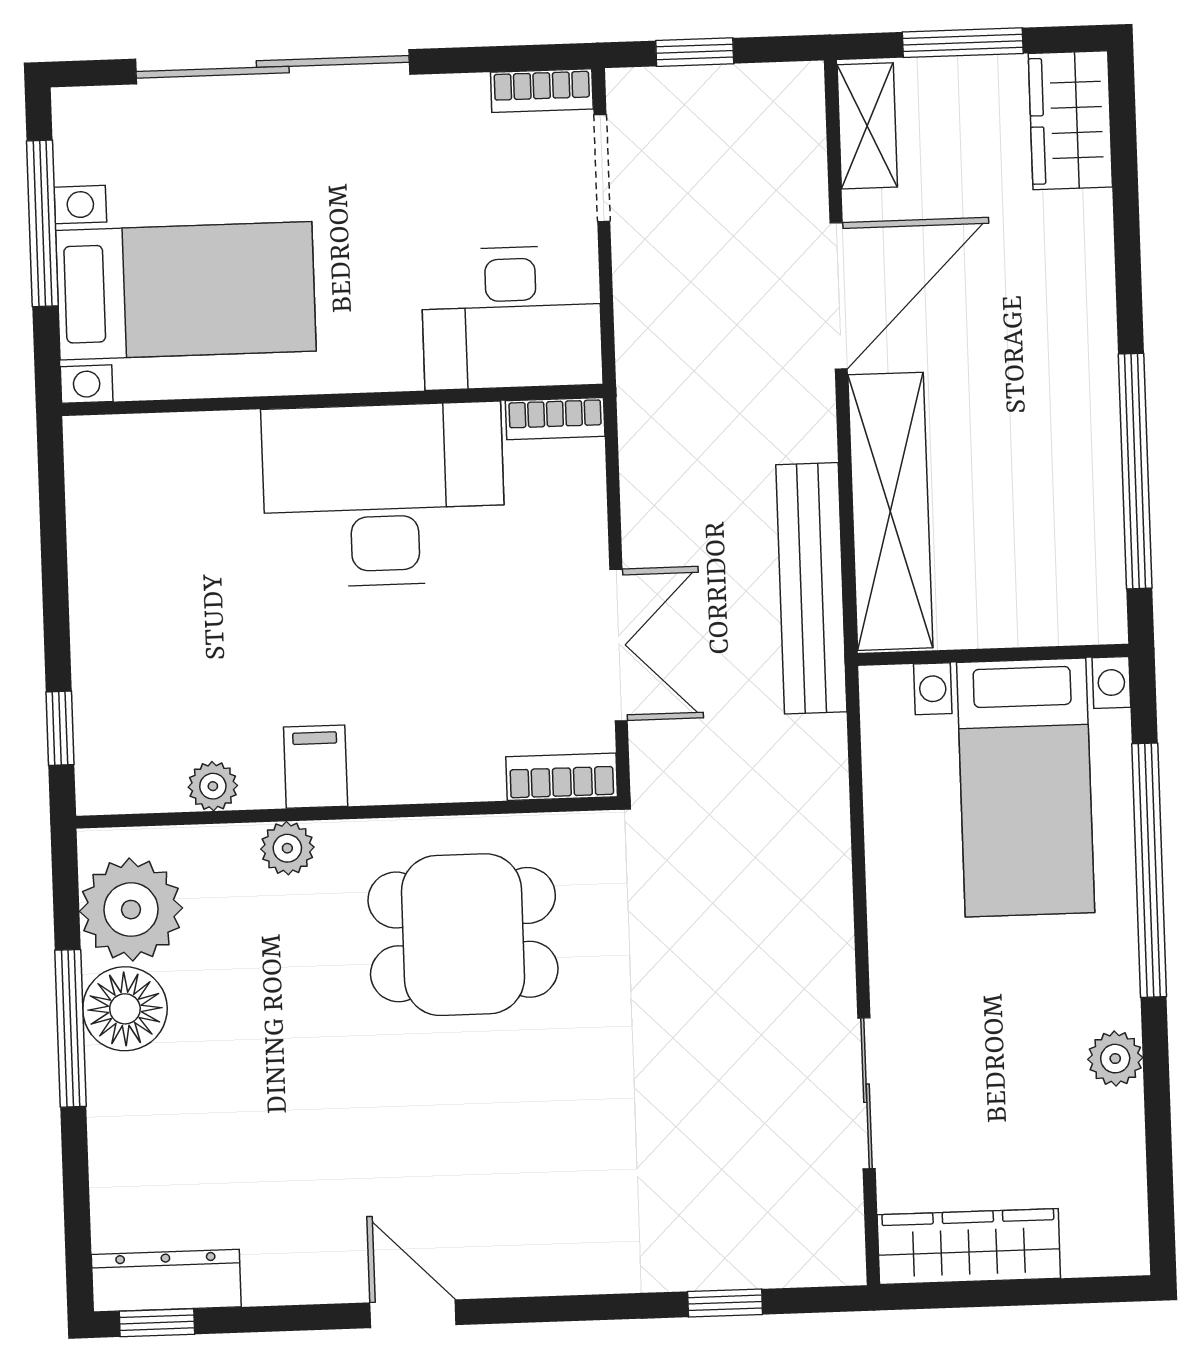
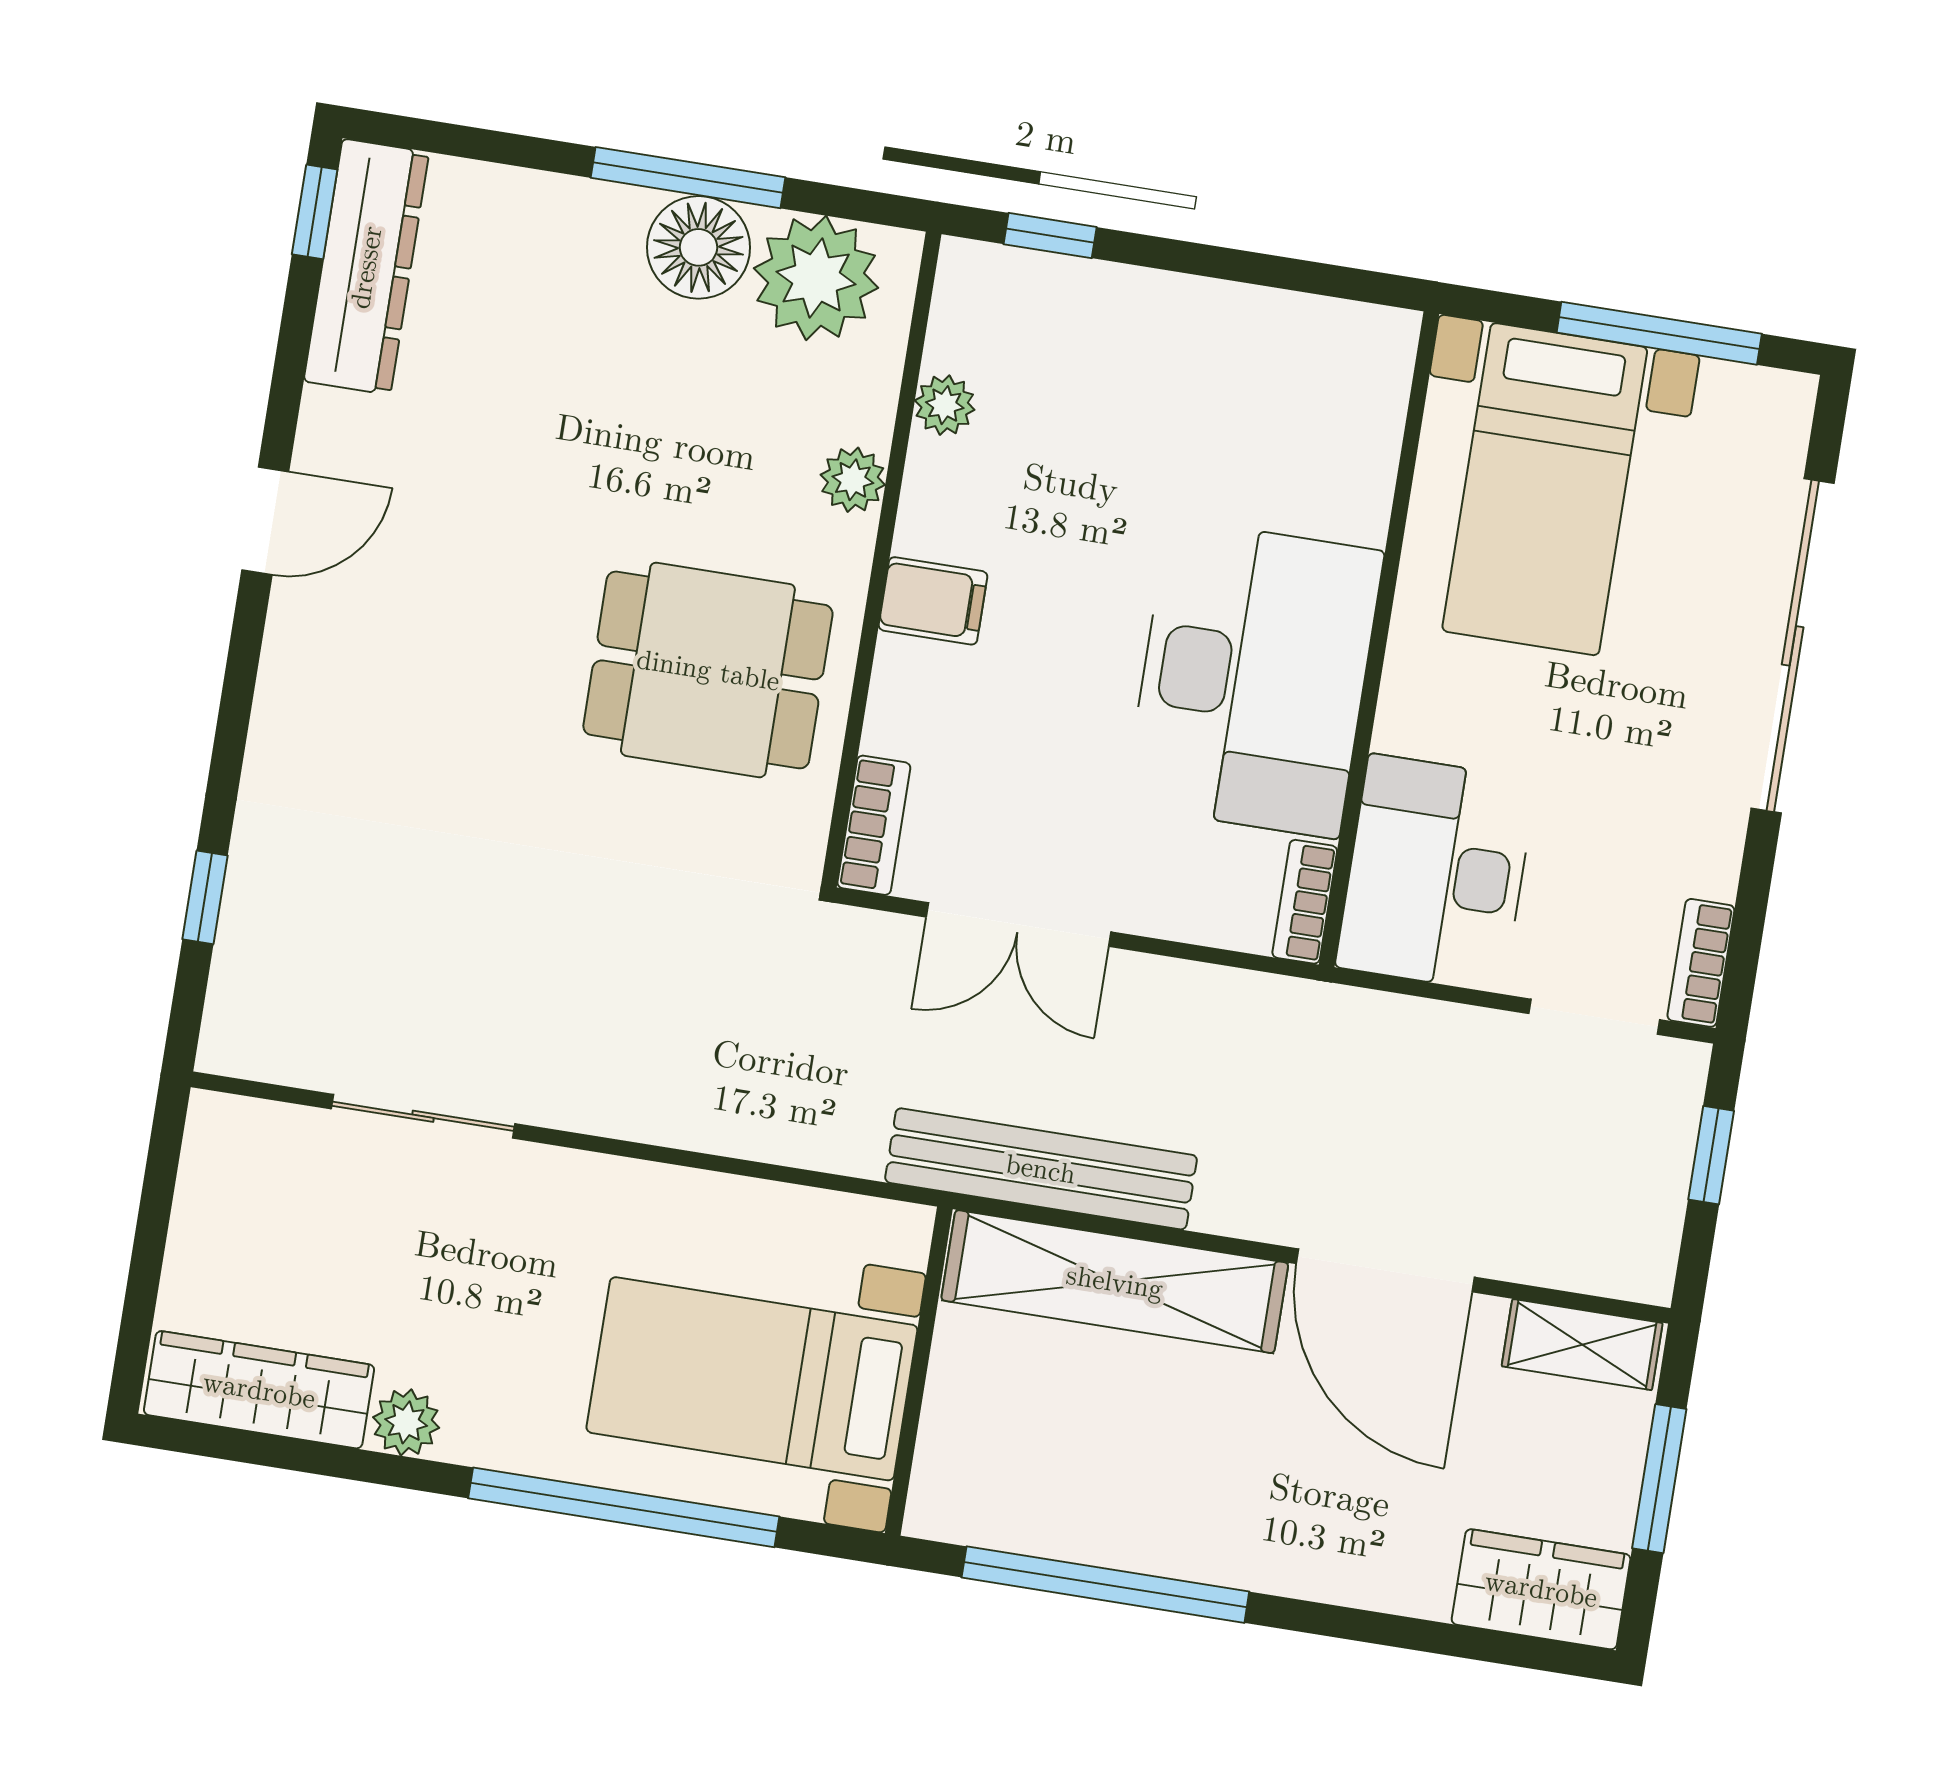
filing cabinet: (316, 767) -> (933, 601), moved
dining table: (463, 935) -> (708, 670), turned 90
wardrobe: (969, 1247) -> (259, 1390), moved, turned -90
dresser: (166, 1281) -> (366, 267), width x1.37, depth x1.24

